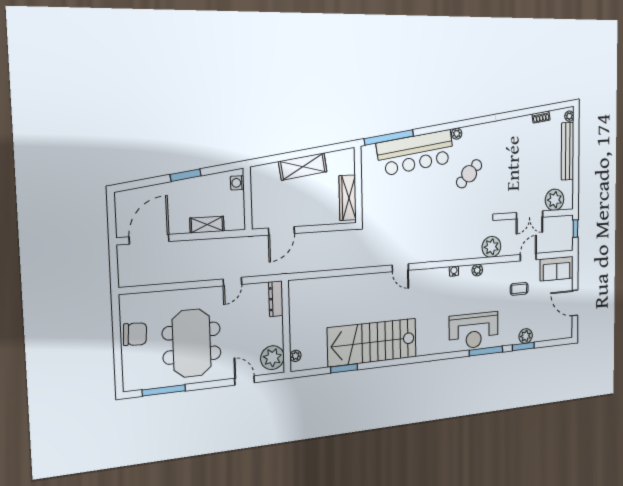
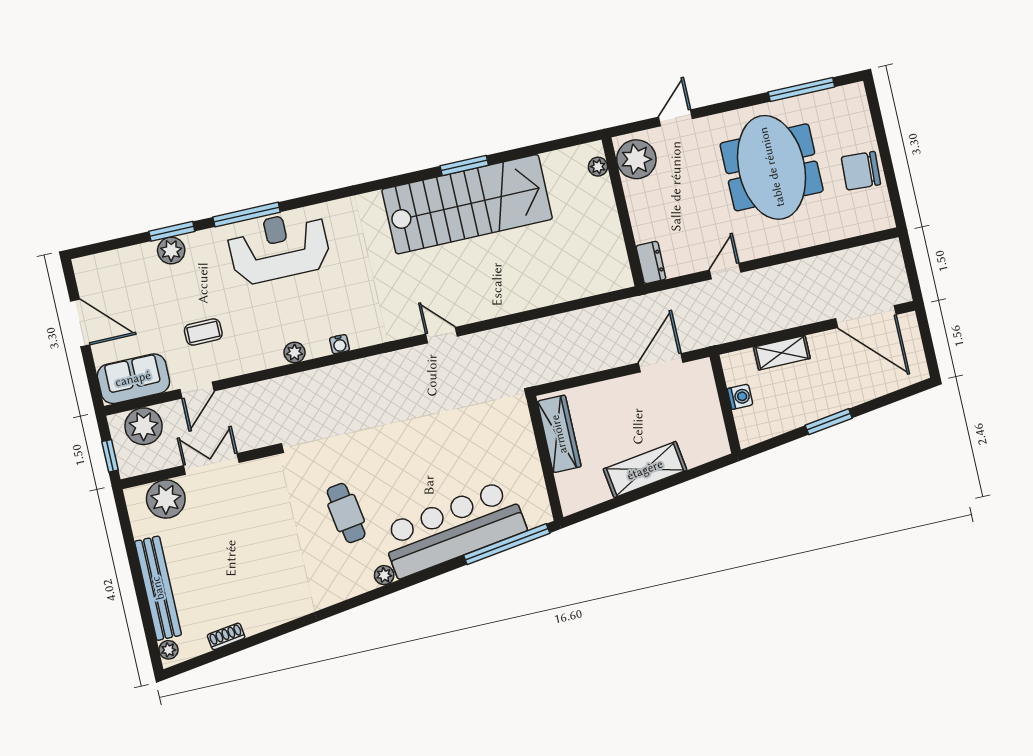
cafe table: (469, 174) -> (346, 513), turned -55
washing machine: (237, 183) -> (740, 397), moved
door: (149, 239) -> (866, 317), hinge flipped
plant: (491, 247) -> (144, 426), moved
dresser: (276, 299) -> (651, 262), width x0.70
window: (344, 368) -> (464, 165), moved
door: (245, 380) -> (676, 118), swing flipped

